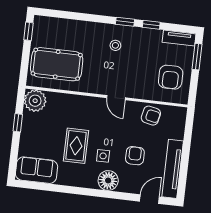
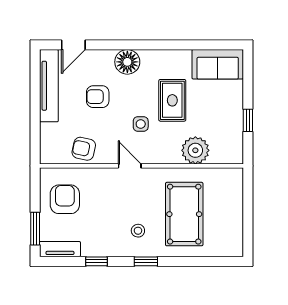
window: (125, 22) -> (146, 261), moved
window: (29, 31) -> (248, 235), removed
pool table: (57, 64) -> (184, 214), moved, turned 90
plant: (35, 101) -> (195, 150), moved
side table: (103, 156) -> (141, 124), moved
armchair: (135, 156) -> (98, 97), turned 90

